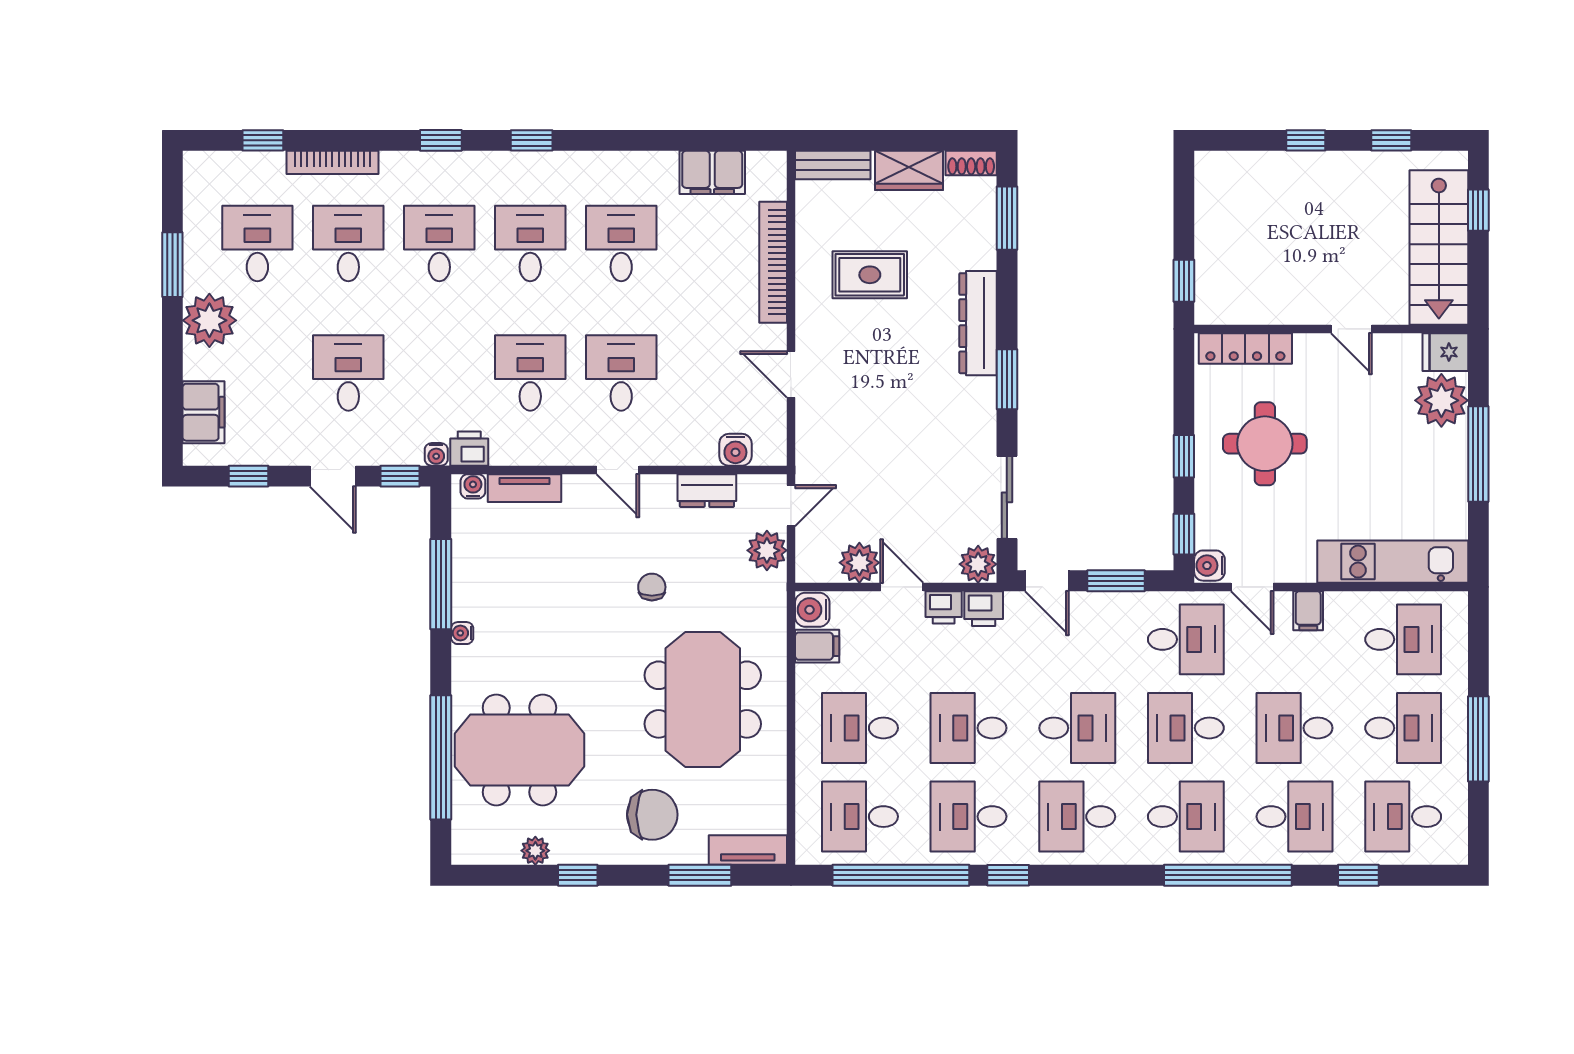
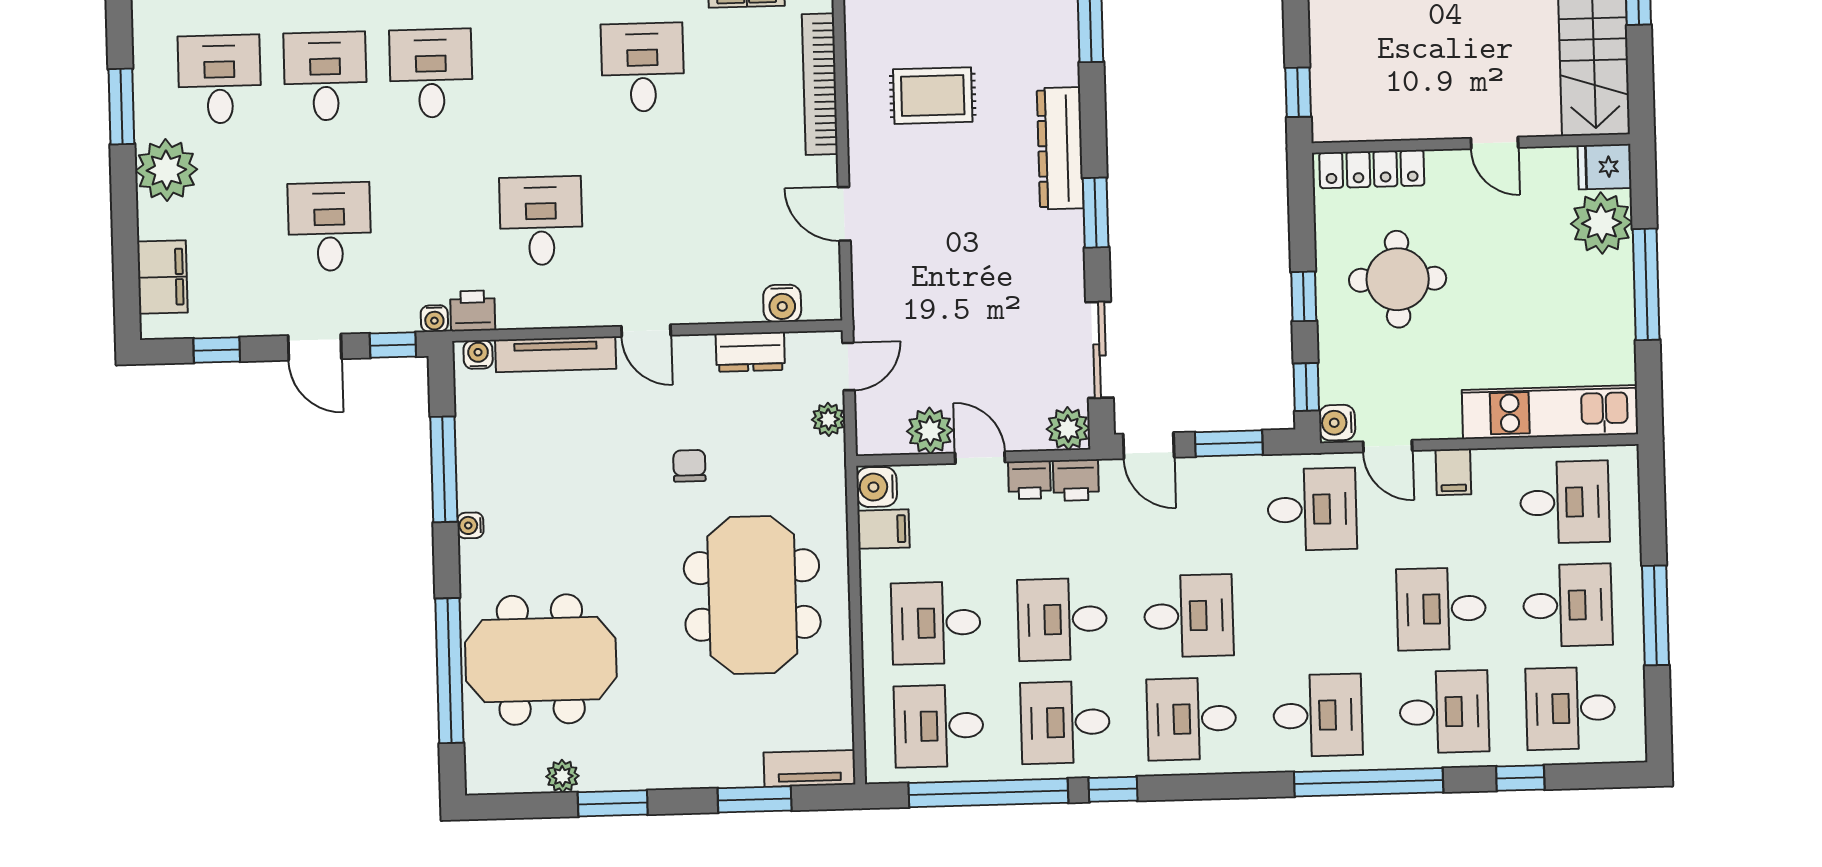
desk: (530, 244) -> (537, 70), removed
desk: (621, 373) -> (647, 218), removed
tv unit: (525, 488) -> (556, 354), width x1.41
plant: (767, 550) -> (828, 419), width x0.73, depth x0.73
desk: (1186, 728) -> (1315, 612), removed
chair: (652, 815) -> (697, 731), removed
window: (578, 875) -> (613, 803), width x1.50

